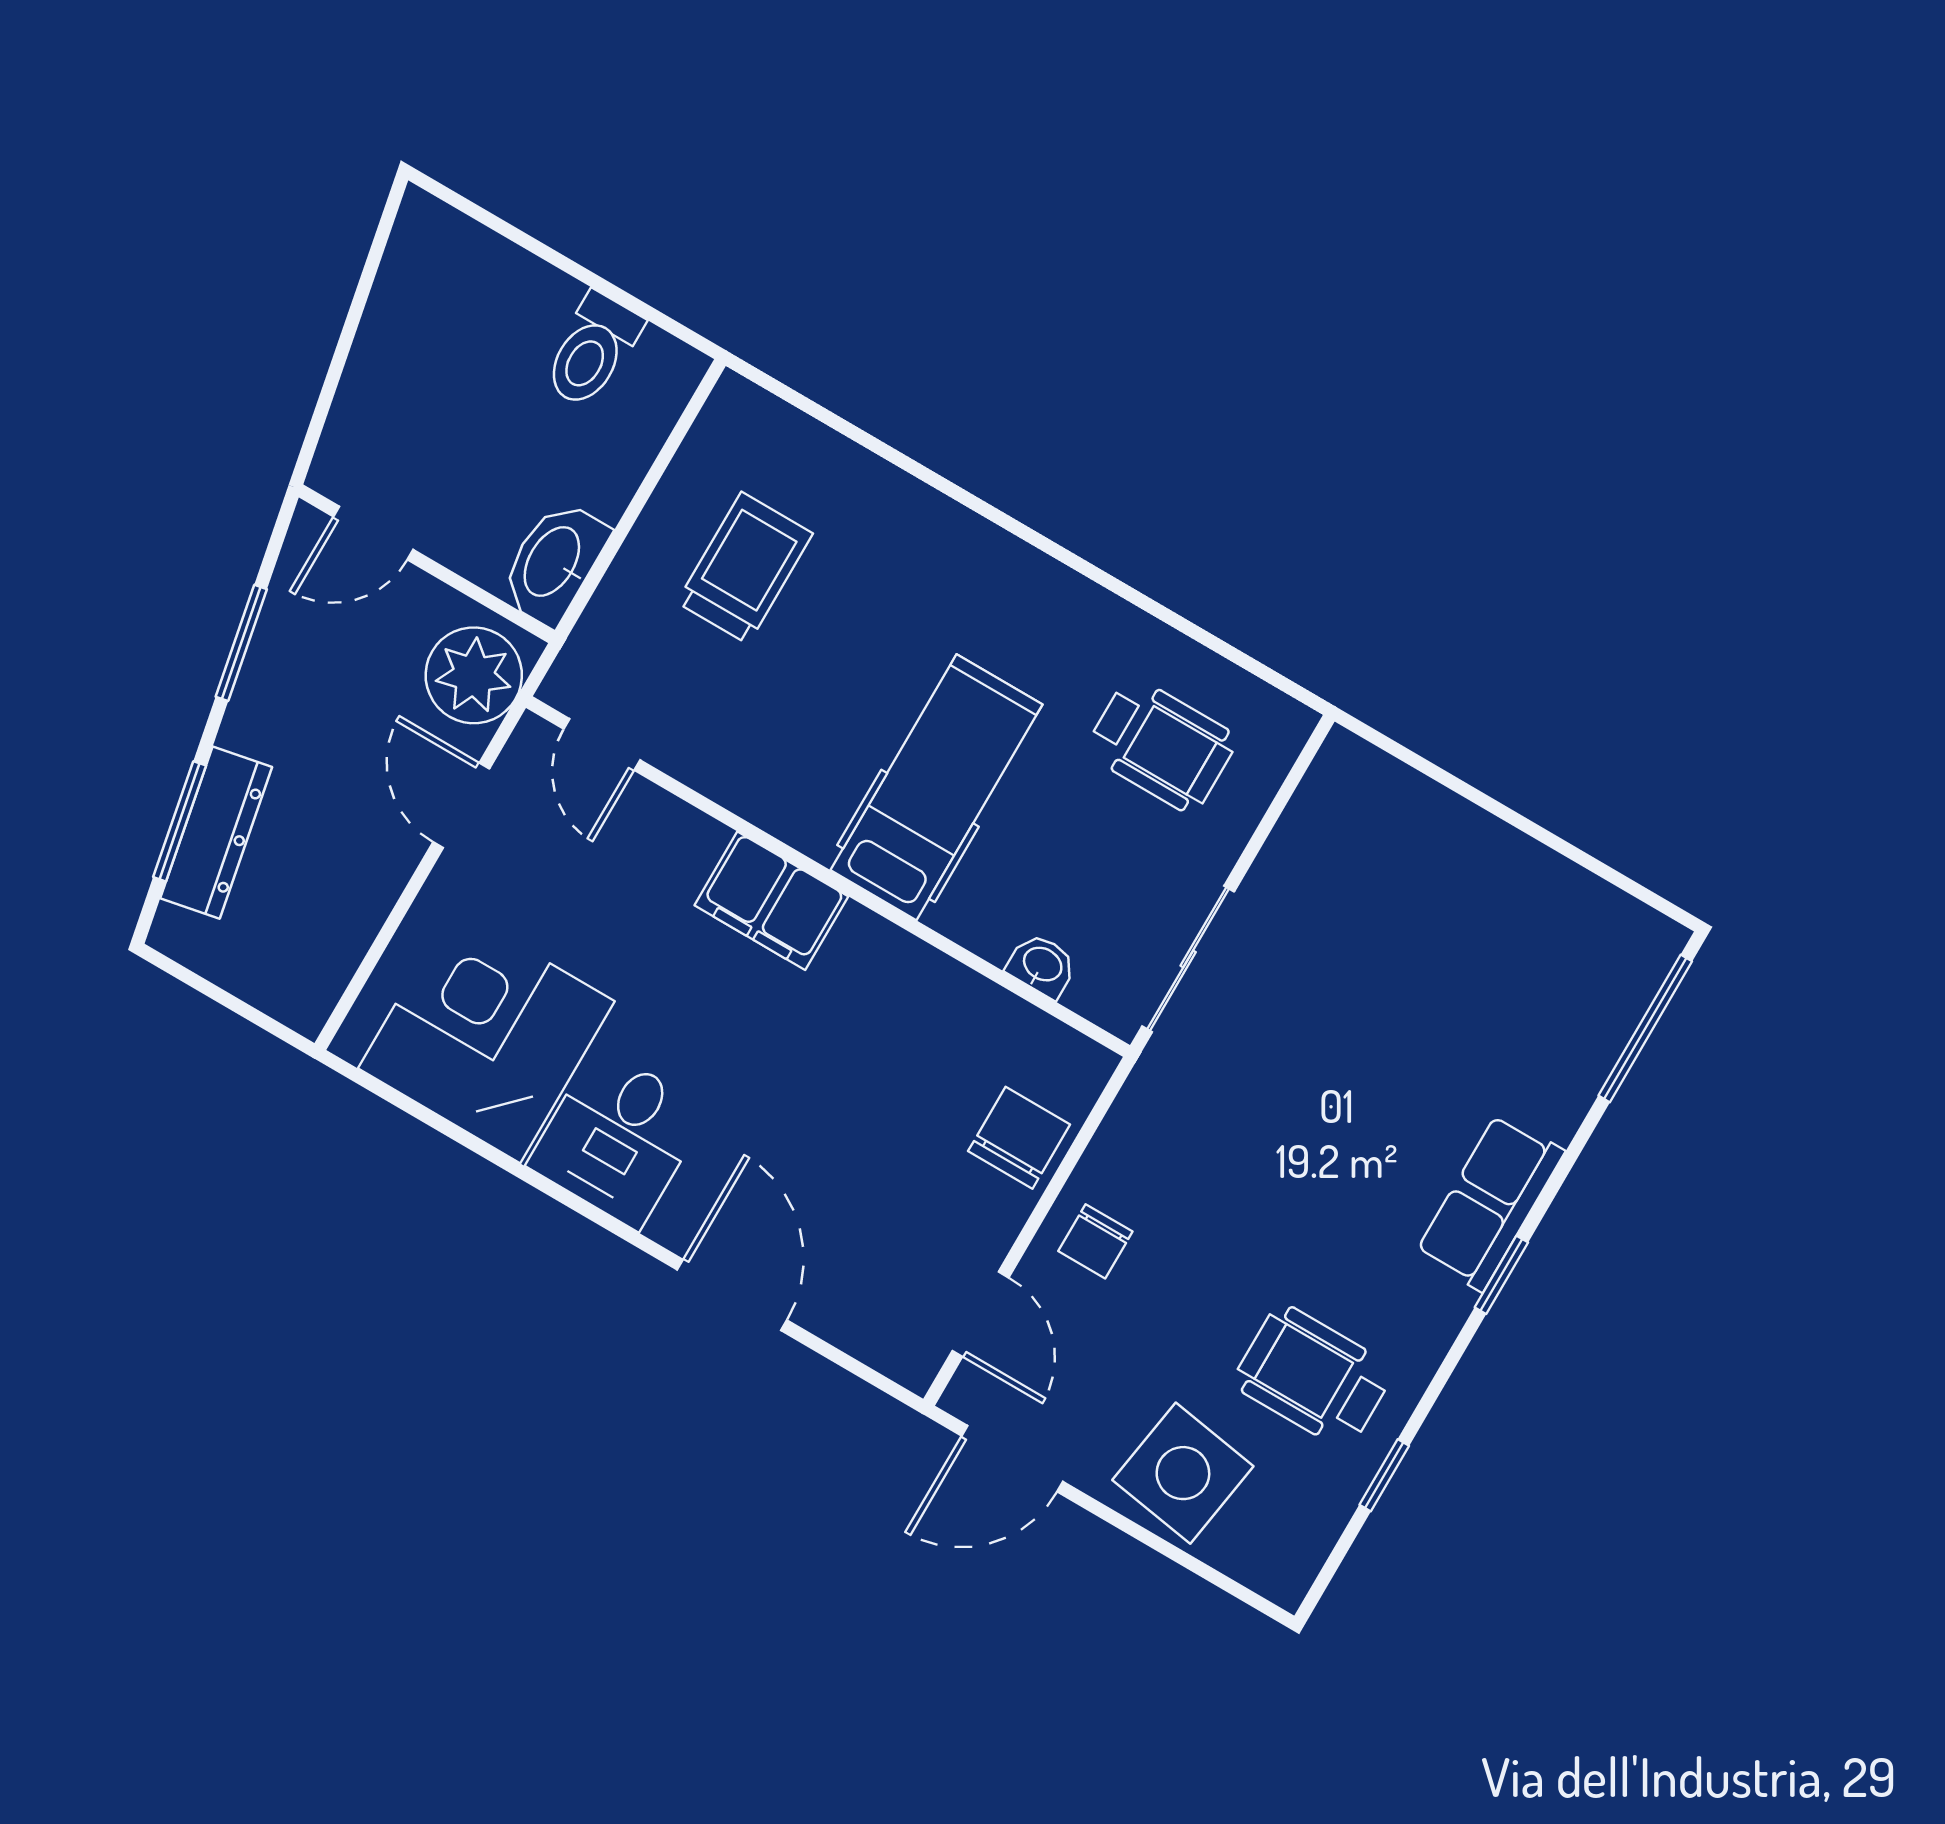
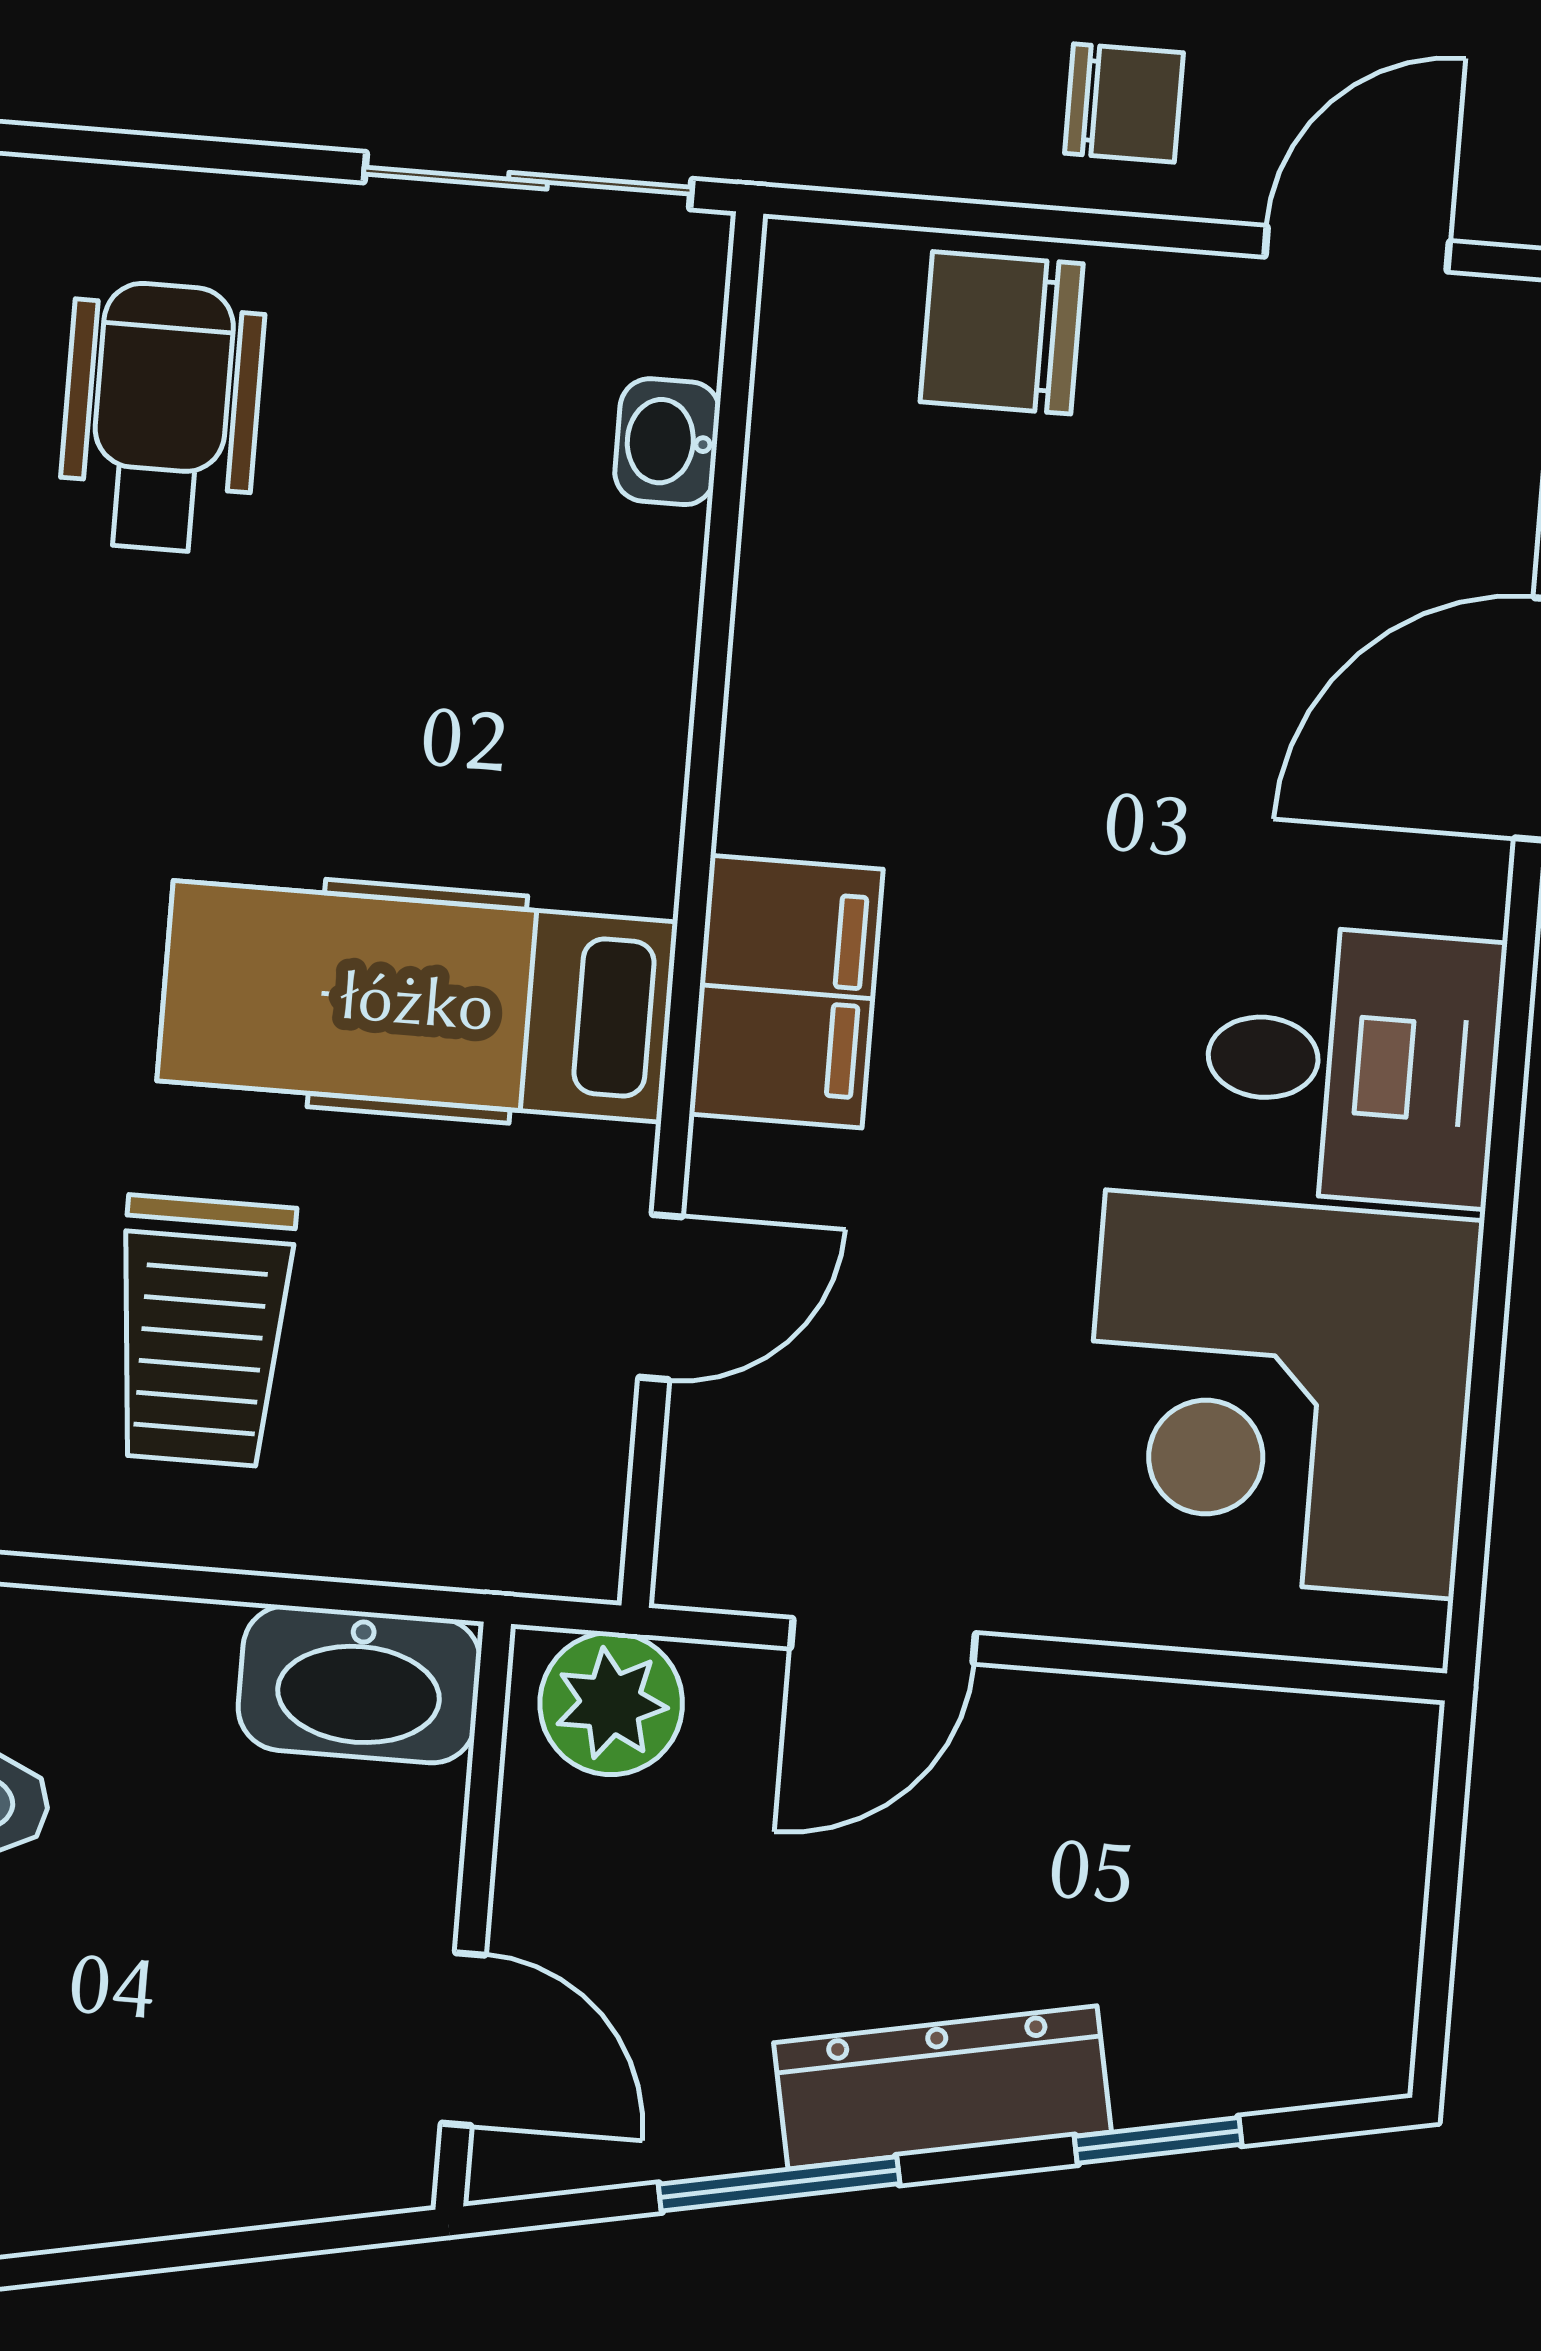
trolley: (745, 568) -> (202, 1331), turned -90
plant: (474, 675) -> (611, 1704), width x0.73, depth x0.73
door: (602, 744) -> (660, 1297), moved
hospital bed: (936, 787) -> (417, 1001), moved
window: (180, 821) -> (1158, 2140), width x0.67
dresser: (216, 833) -> (942, 2087), moved

